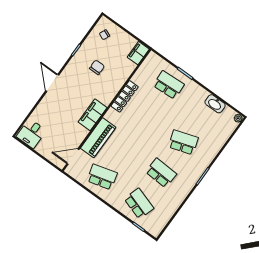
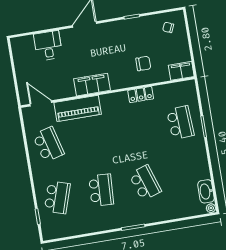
chair: (97, 67) -> (143, 64), moved
locker: (125, 96) -> (141, 95), width x0.66
washbasin: (215, 104) -> (206, 191), moved
desk: (31, 133) -> (48, 46), moved, turned 90

